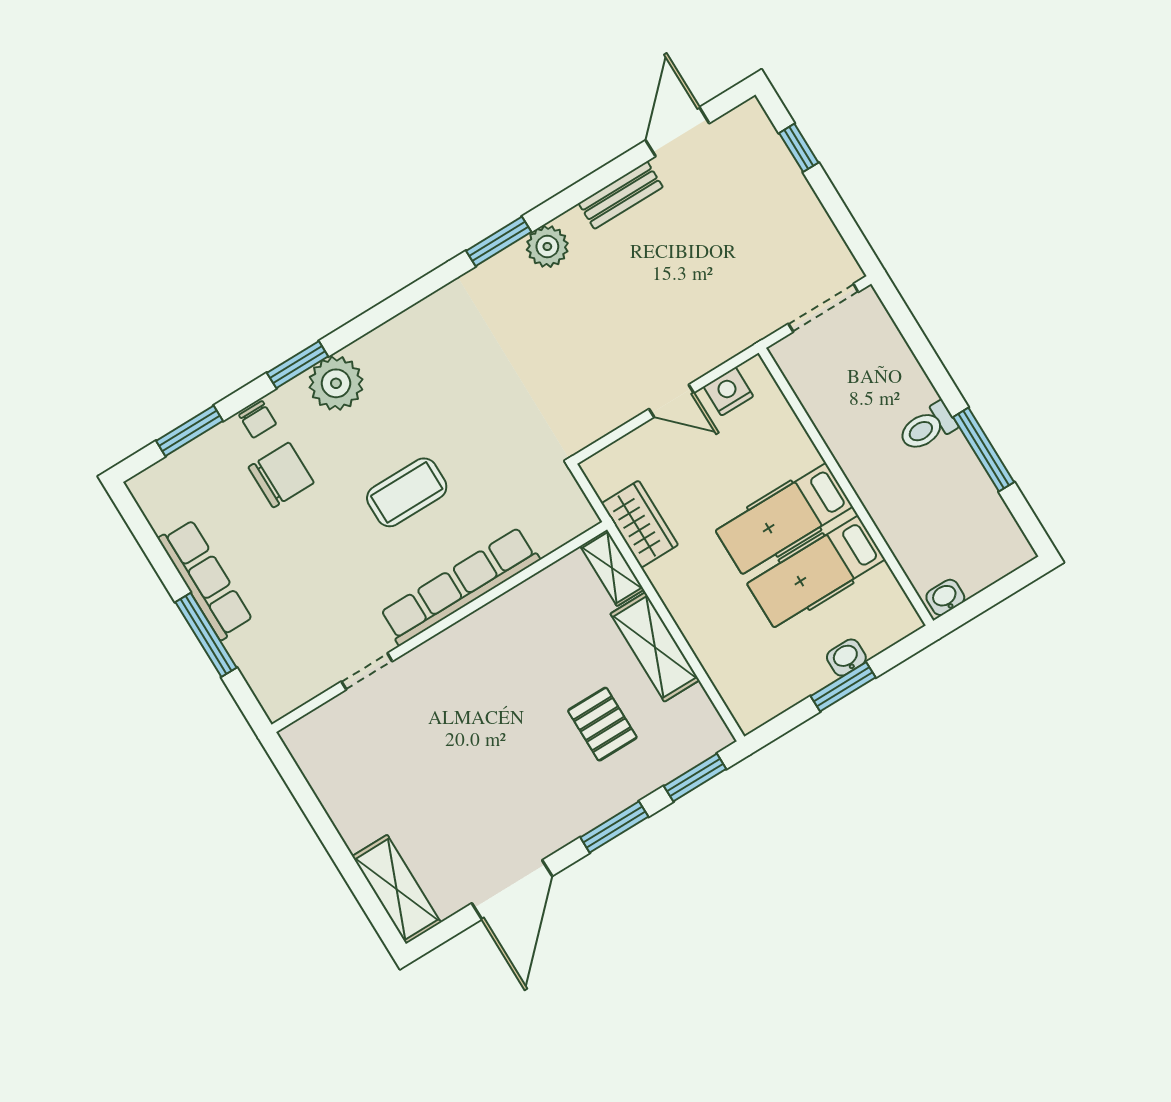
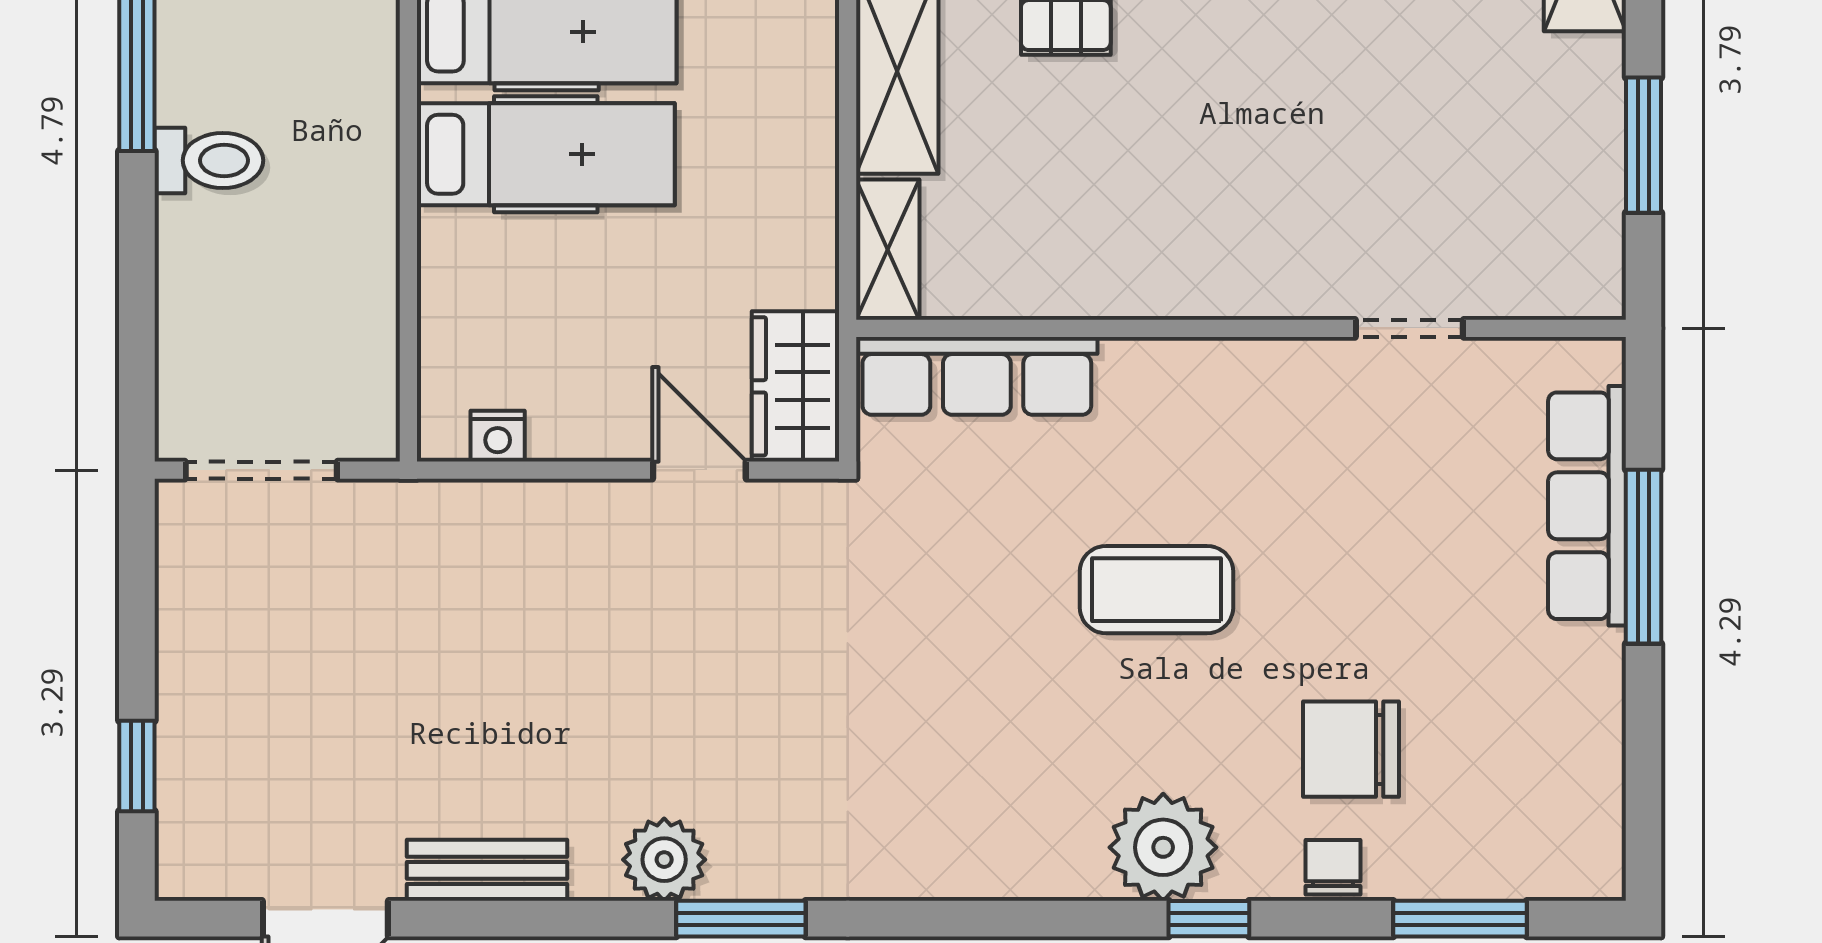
window: (298, 365) -> (1209, 919), width x0.67
nightstand: (728, 391) -> (498, 436), width x0.72, depth x0.74
door: (671, 401) -> (699, 470), moved
wardrobe: (640, 524) -> (796, 386), moved
row of seats: (205, 580) -> (1587, 506), moved
row of seats: (460, 586) -> (977, 376), moved, width x0.73
window: (314, 812) -> (1644, 145), added

